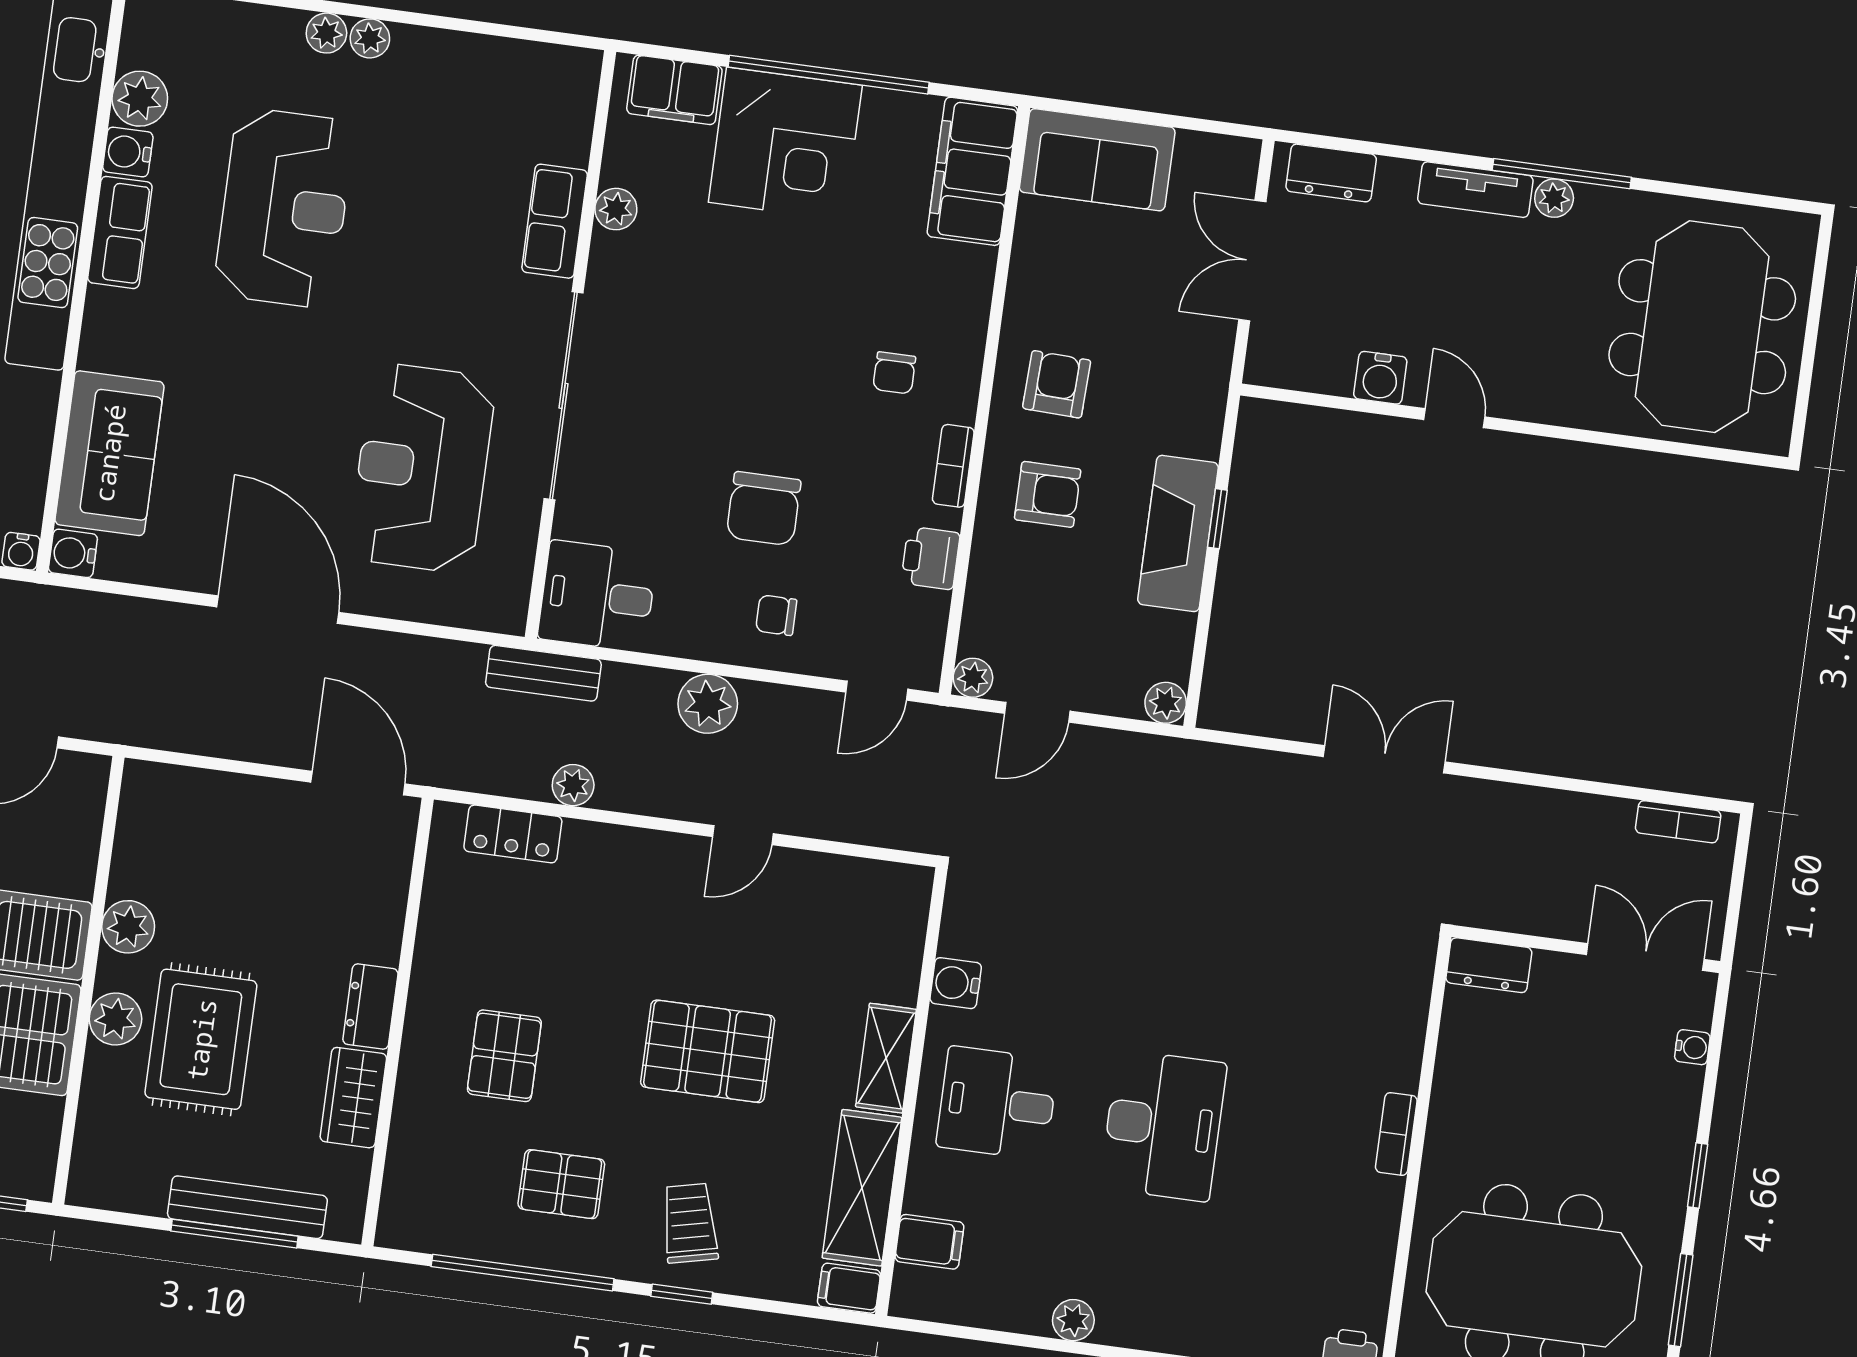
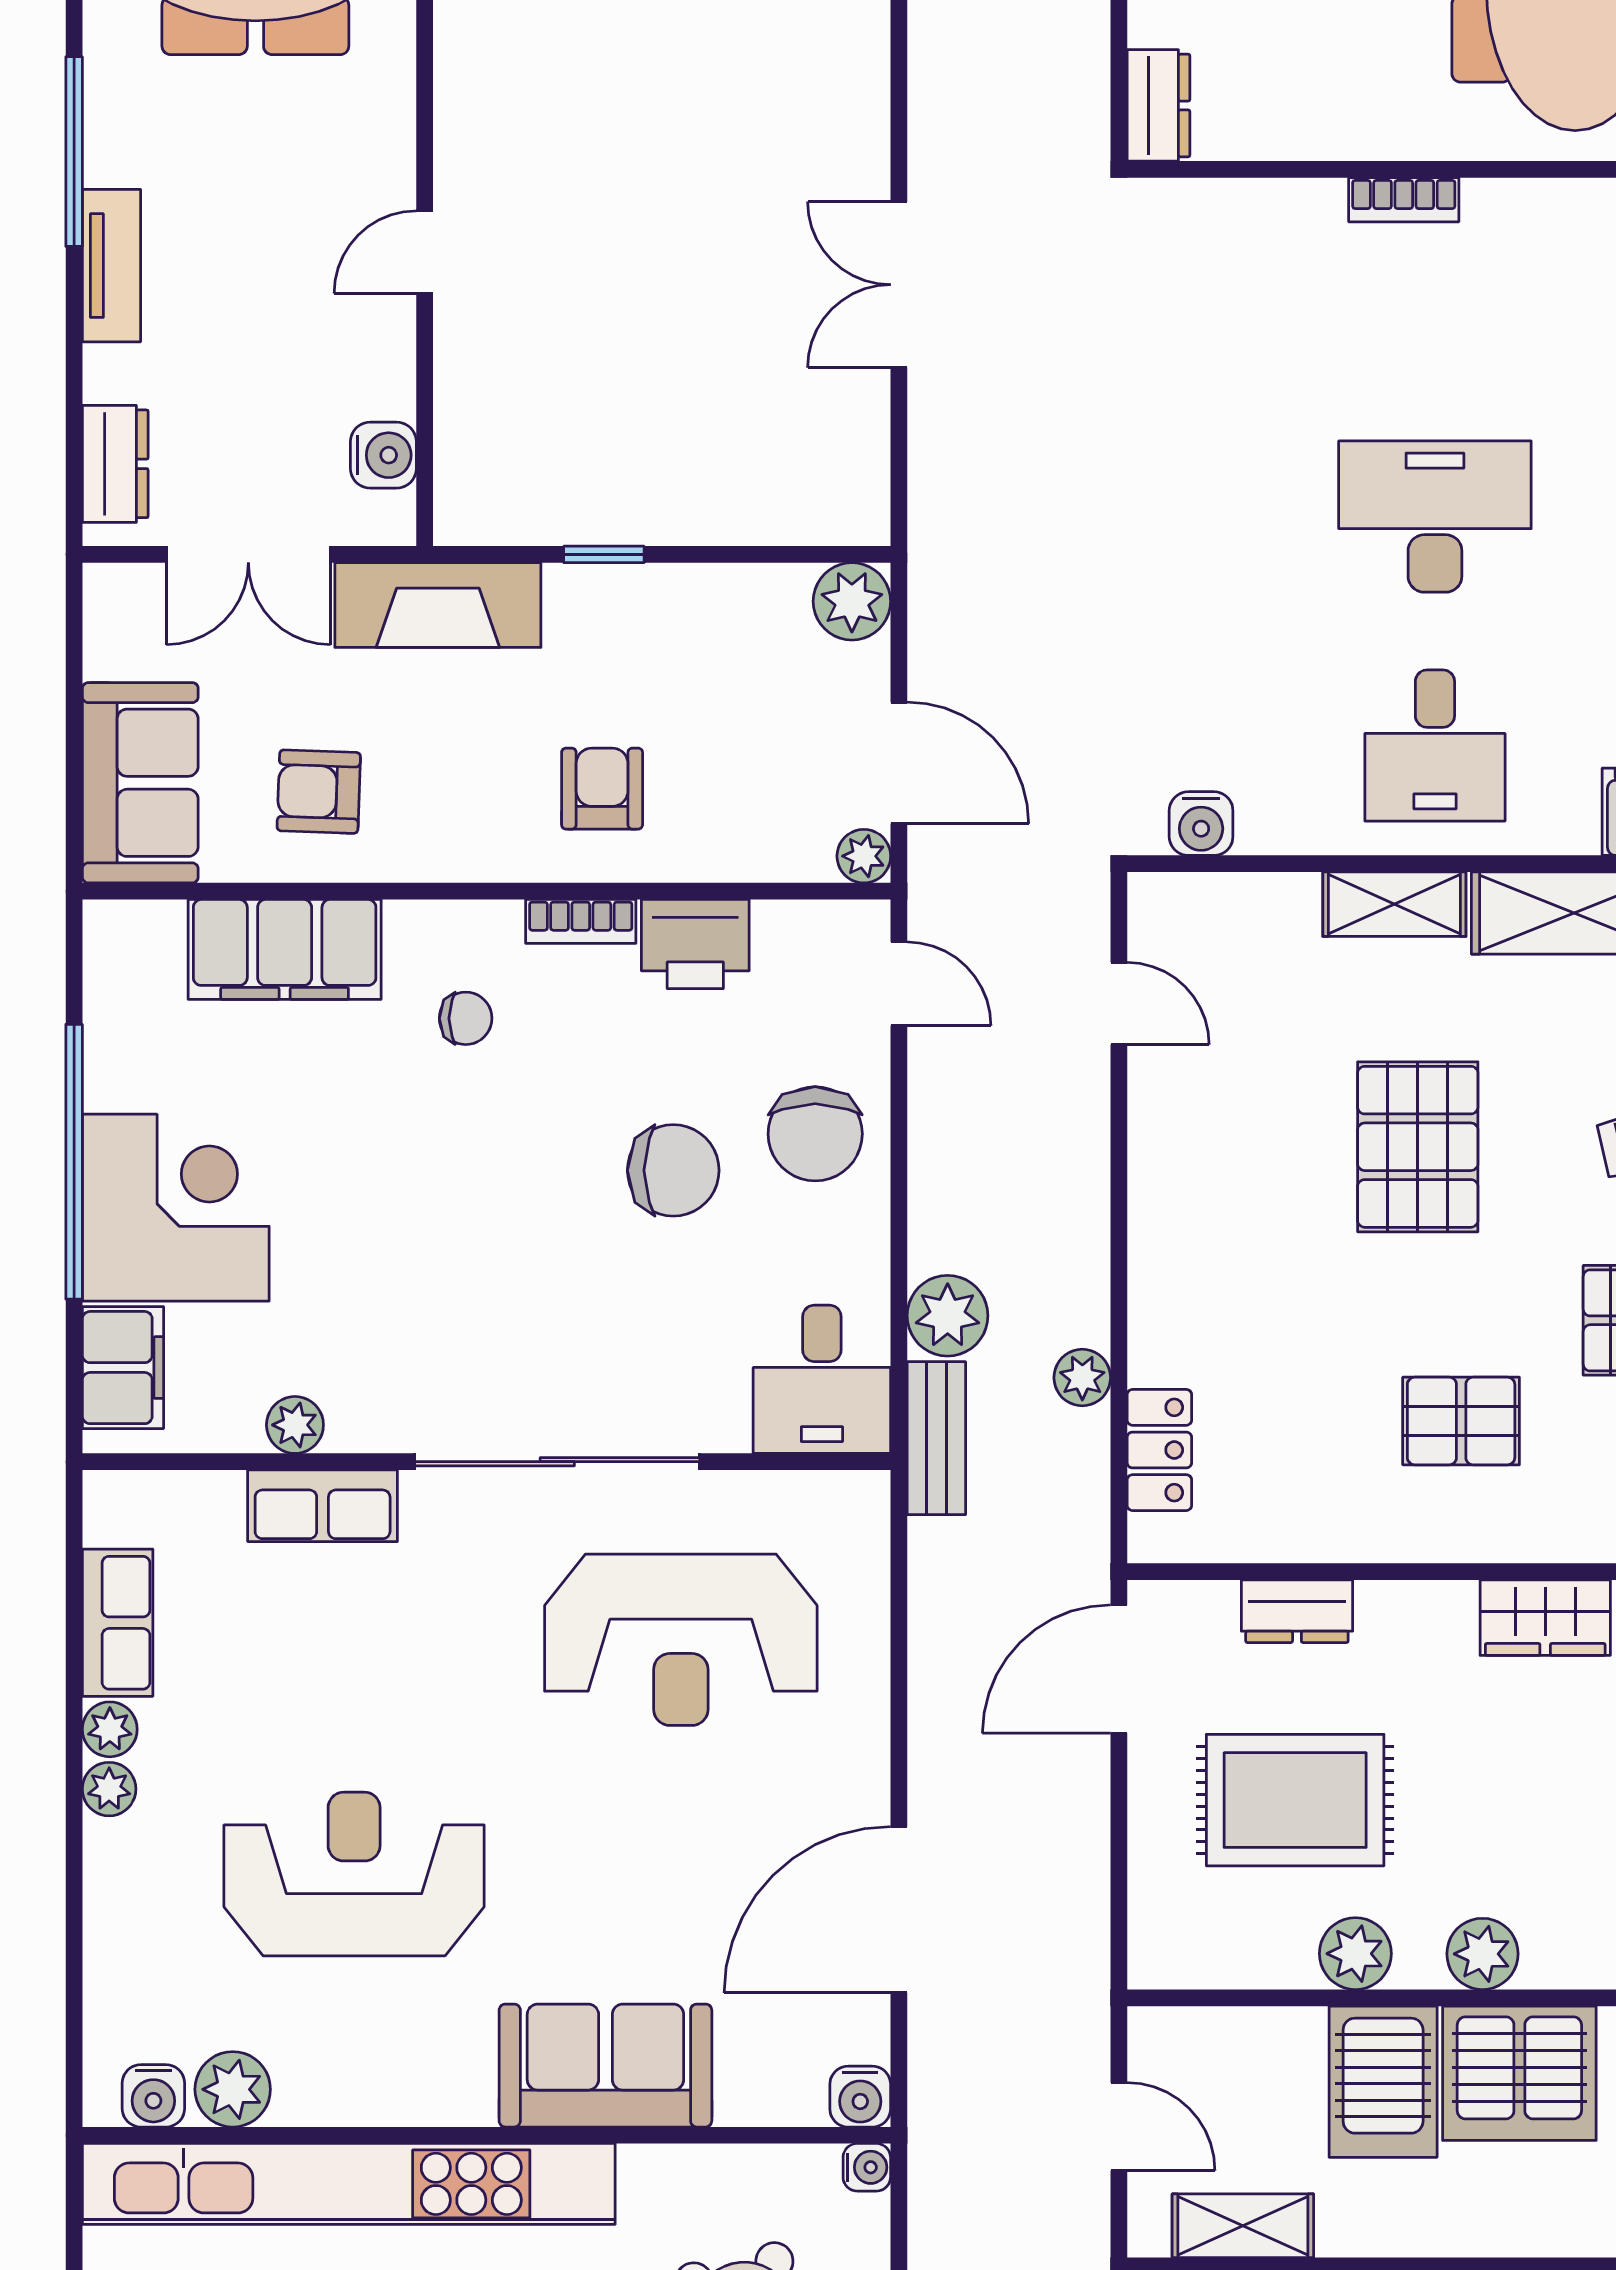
plant: (326, 33) -> (110, 1729), moved
water cooler: (128, 152) -> (153, 2096), moved
filing cabinet: (972, 171) -> (285, 949), moved
plant: (1554, 198) -> (109, 158), removed
row of seats: (120, 232) -> (118, 1623), moved, turned 90
water cooler: (1380, 378) -> (383, 455), moved
armchair: (1057, 384) -> (319, 792), moved
sofa: (109, 453) -> (605, 2066), moved
fireplace: (1178, 533) -> (438, 605), moved
printer: (931, 558) -> (695, 944), width x1.36, depth x1.24
door: (278, 610) -> (899, 1910), moved
chair: (776, 615) -> (815, 1134), width x1.87, depth x1.87
plant: (1166, 703) -> (852, 601), width x1.38, depth x1.38
plant: (708, 704) -> (948, 1316), moved
door: (1037, 712) -> (899, 763), width x1.38
door: (743, 835) -> (1119, 1004), moved
water cooler: (956, 983) -> (1201, 824), moved
dresser: (370, 1006) -> (1297, 1611), moved
rug: (201, 1039) -> (1295, 1800), moved

